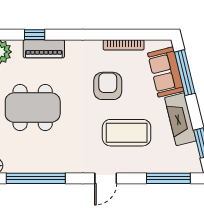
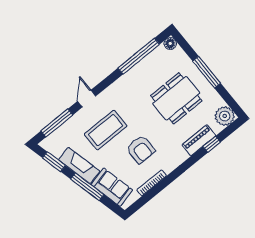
window: (185, 73) -> (87, 187), moved
door: (106, 178) -> (87, 99), moved

